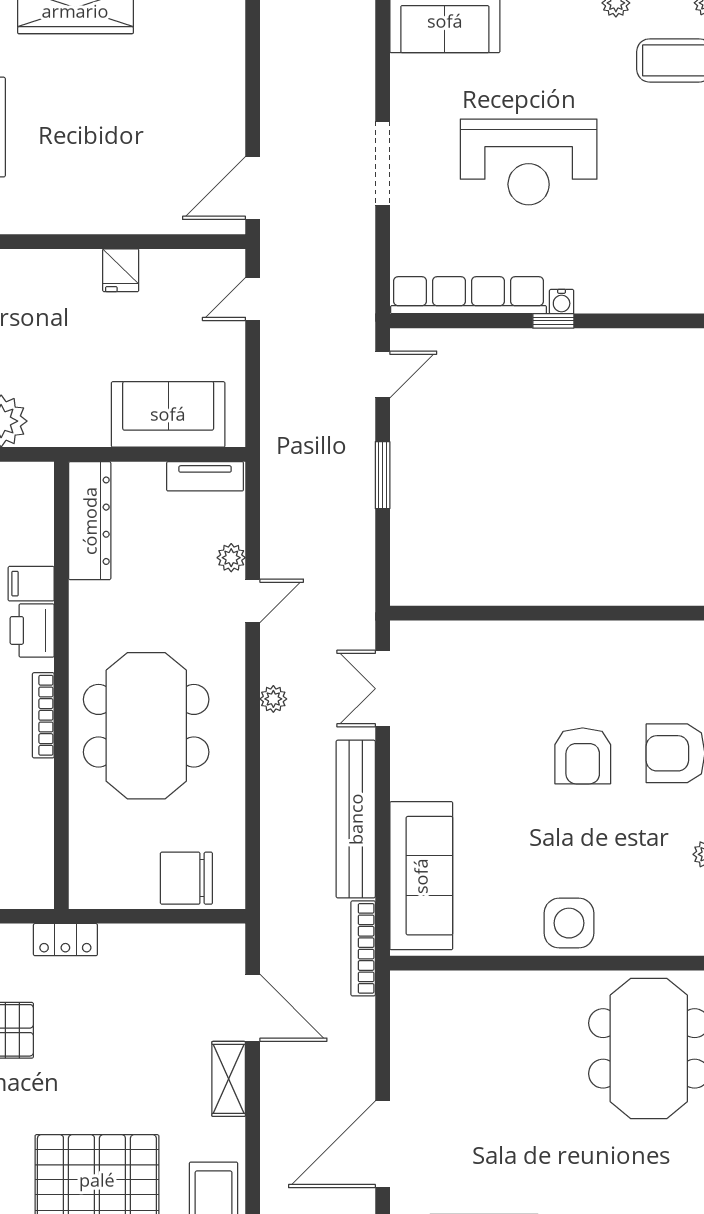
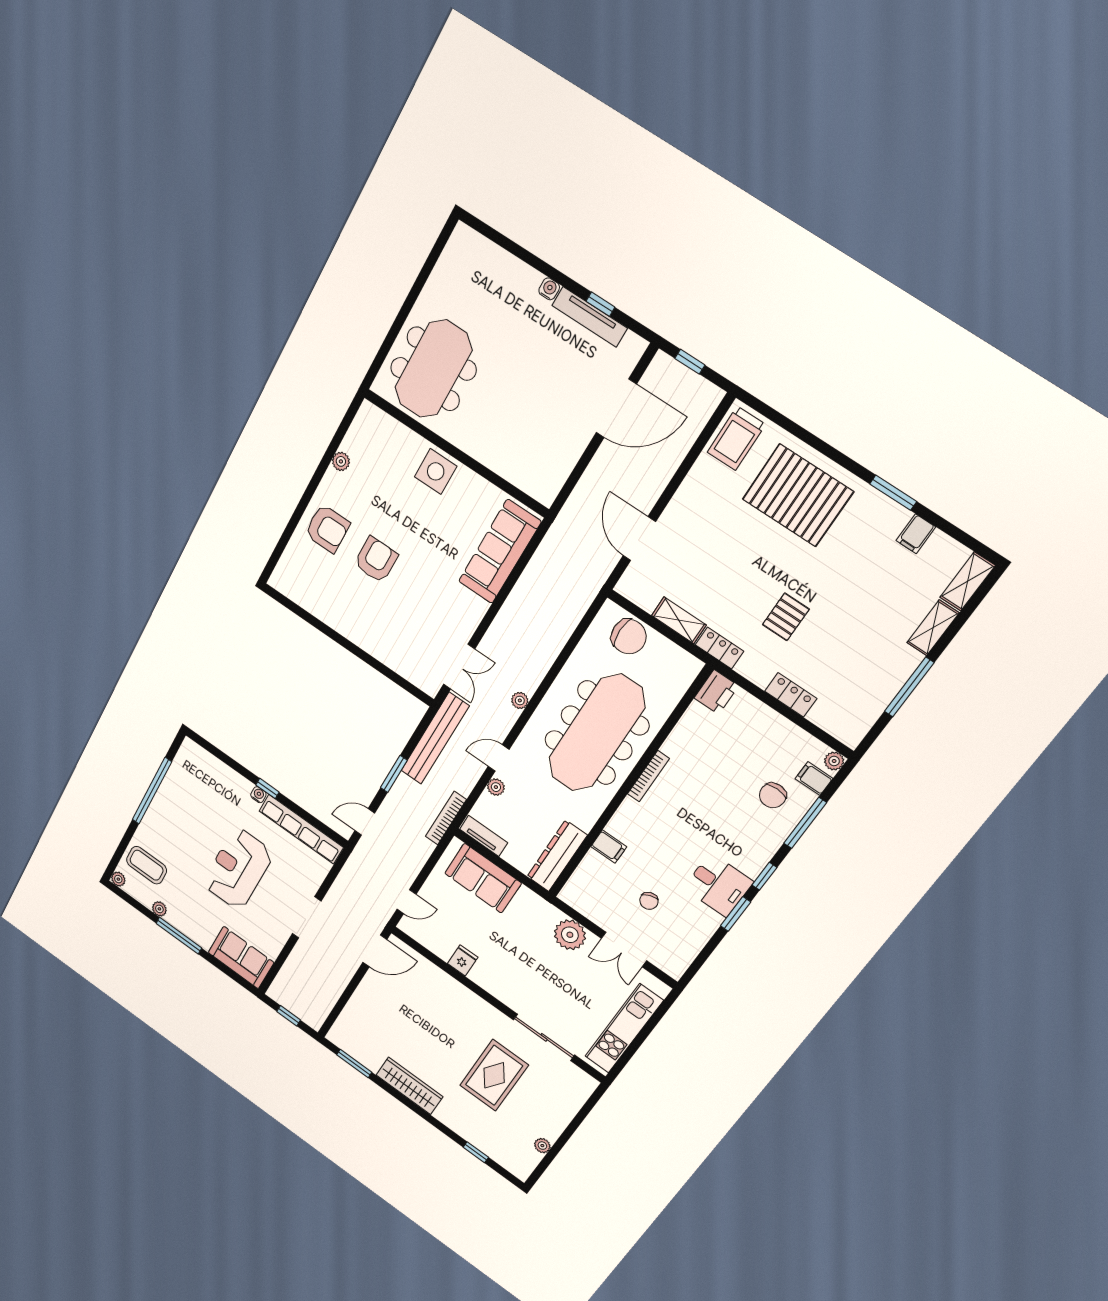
reception desk: (529, 162) -> (238, 869), turned -90
printer: (32, 630) -> (716, 692), moved
meeting table: (146, 726) -> (597, 733), width x1.36
bench: (356, 819) -> (435, 738), moved
bookcase: (363, 948) -> (446, 818), moved, turned 180
shelving: (229, 1079) -> (679, 620), moved, turned 90

